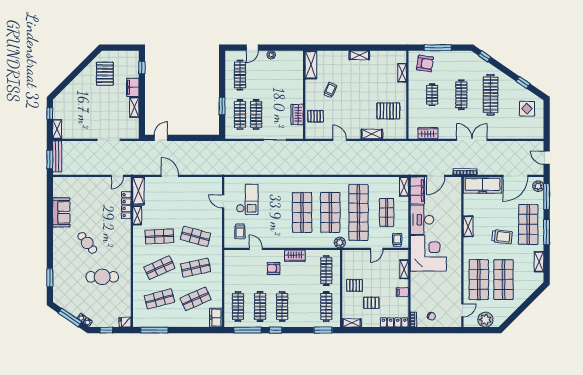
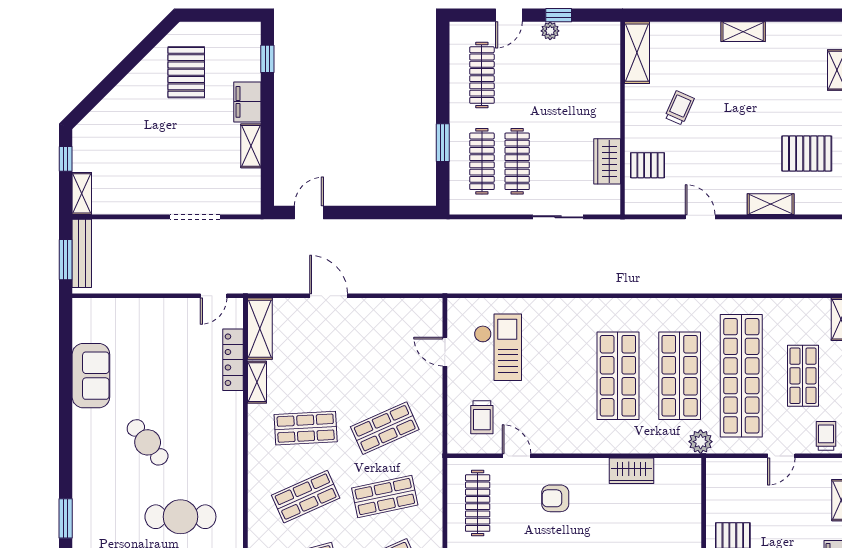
window: (275, 48) -> (559, 15), added
shop shelf: (196, 236) -> (385, 428), turned -39
wardrobe: (295, 256) -> (631, 471), moved
clothes rail: (326, 271) -> (478, 503), moved

